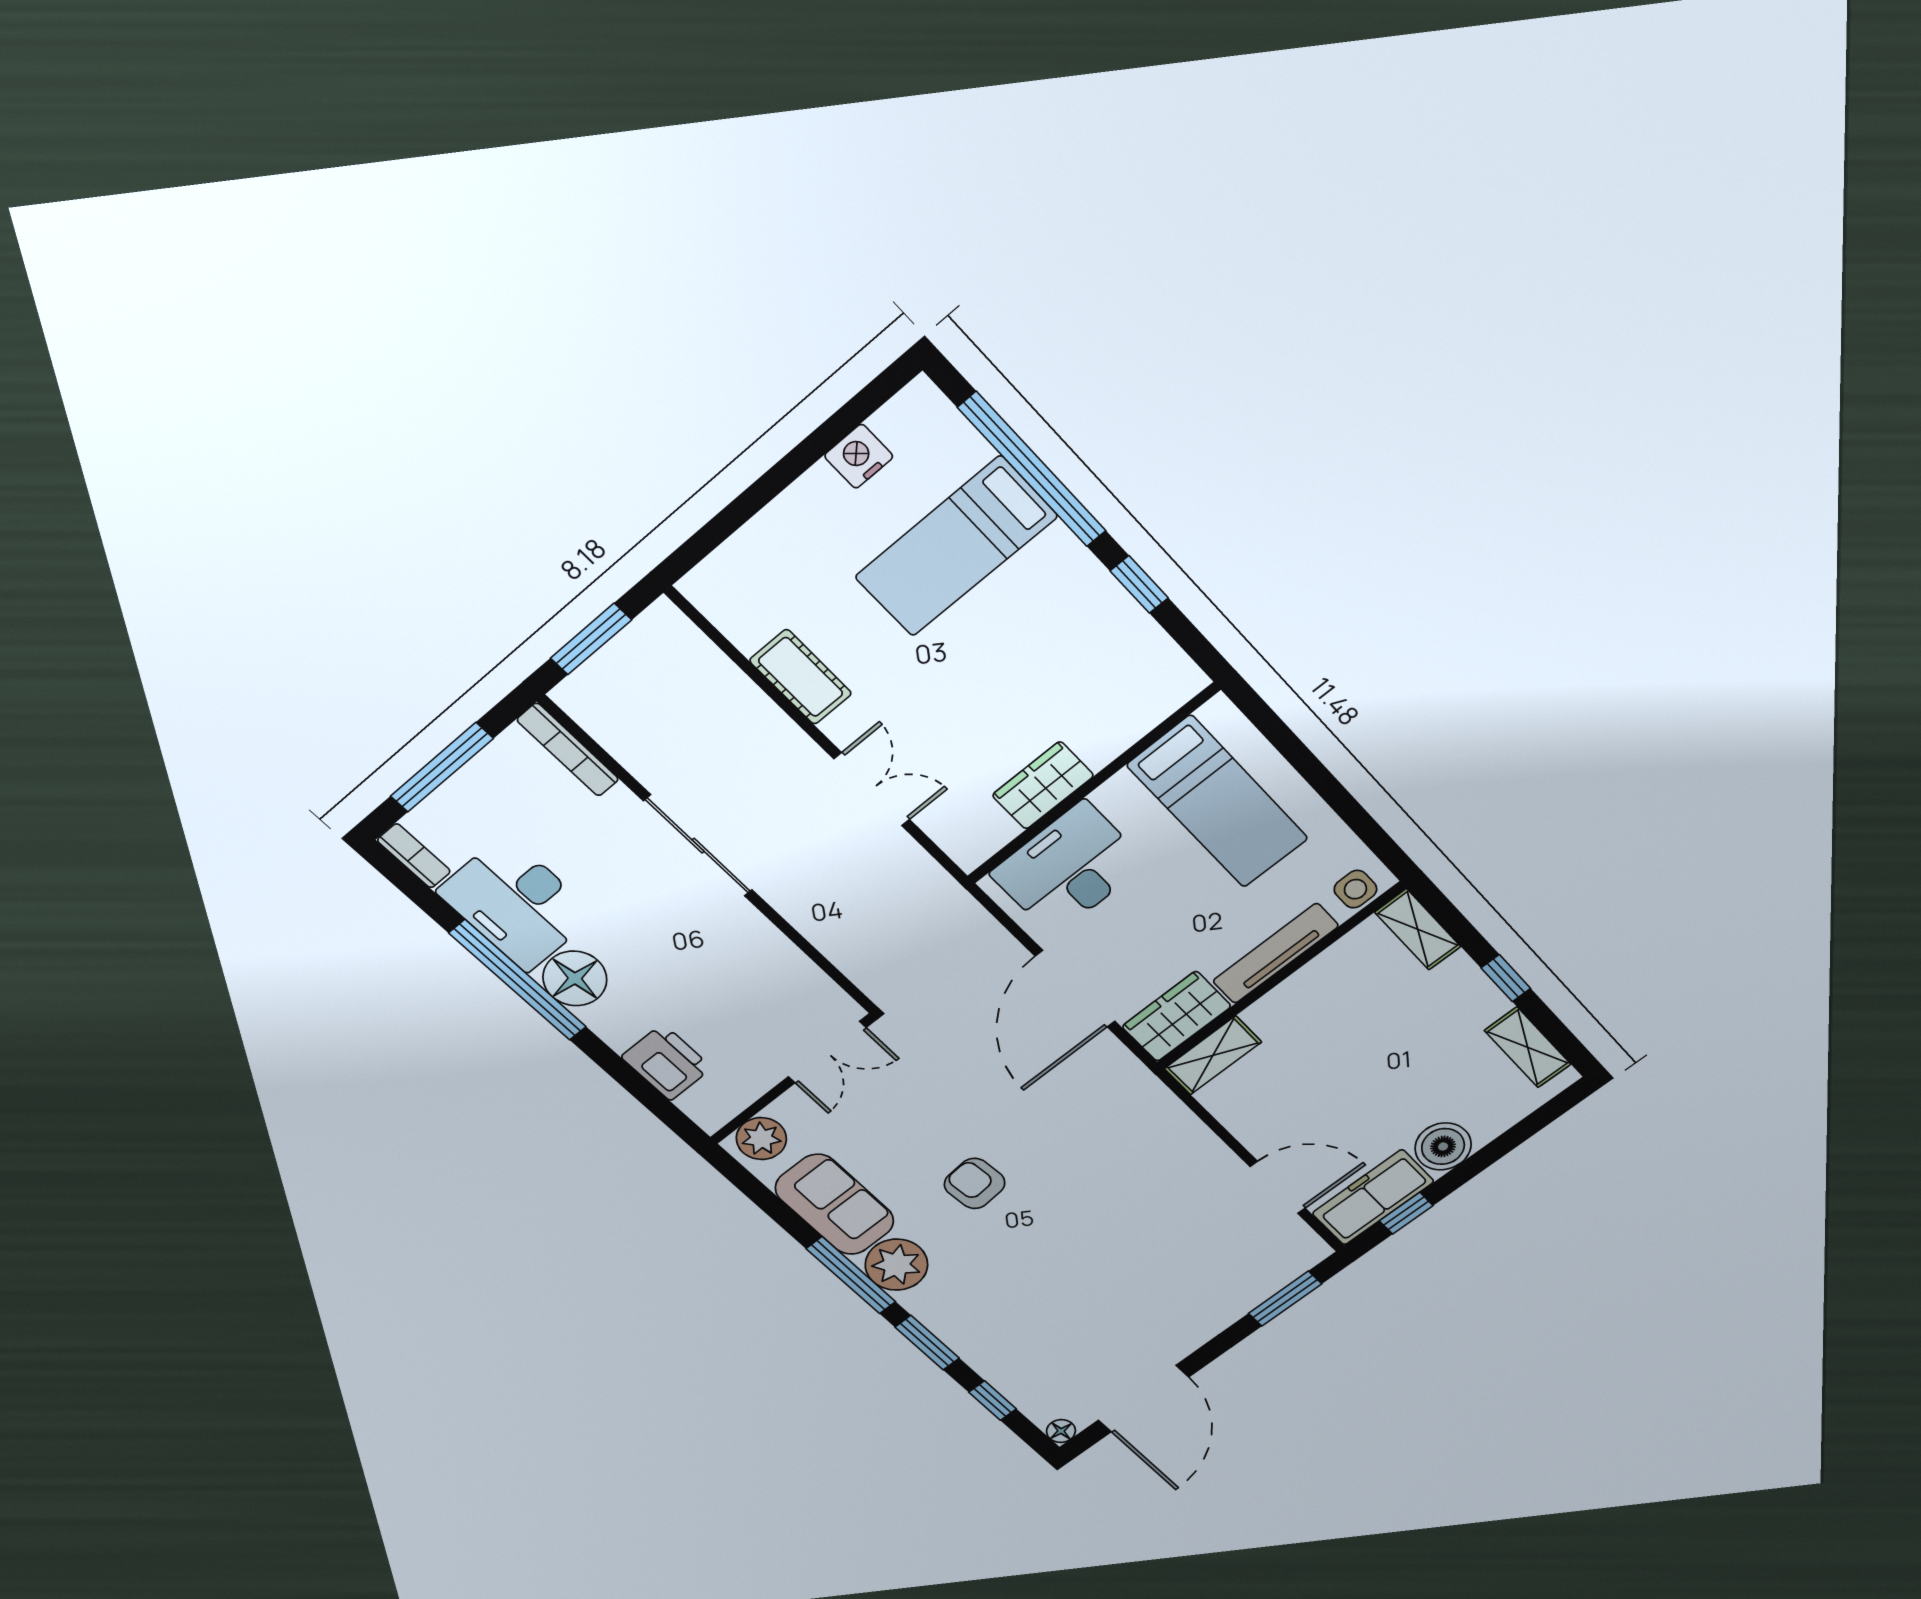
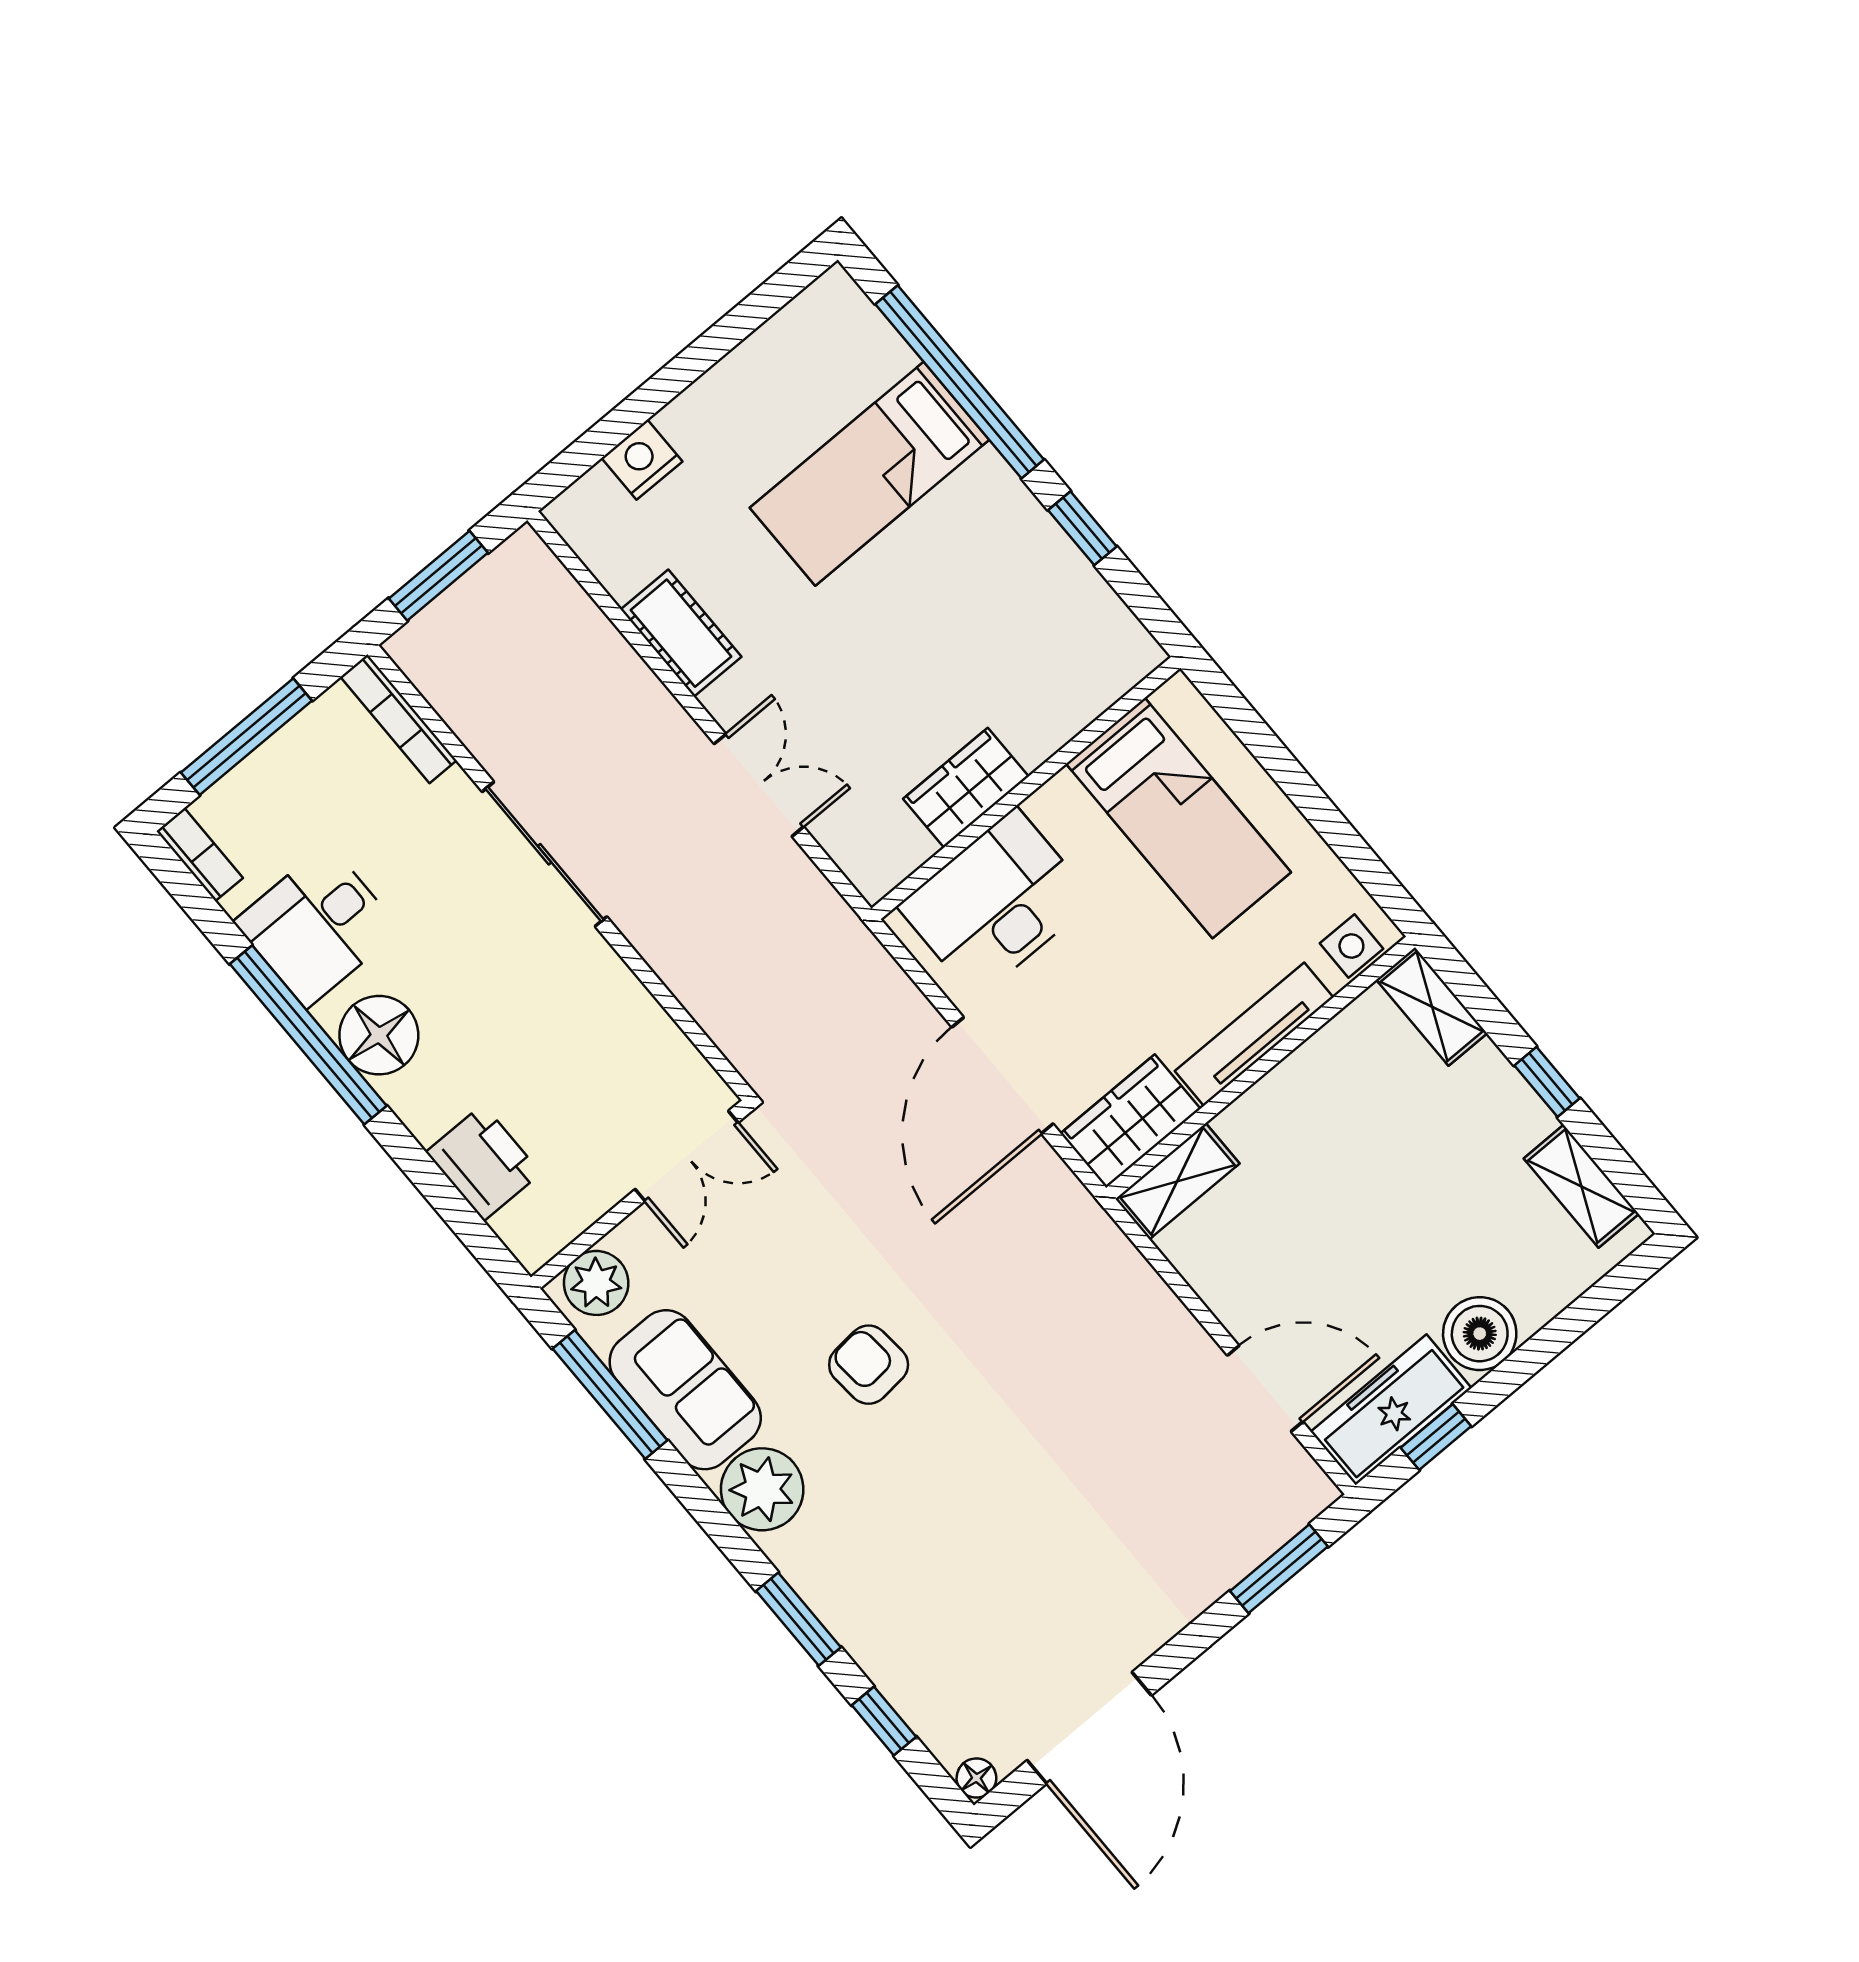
nightstand: (859, 456) -> (642, 460), moved
desk: (516, 903) -> (317, 926), width x0.73
window: (851, 1275) -> (610, 1395), moved

